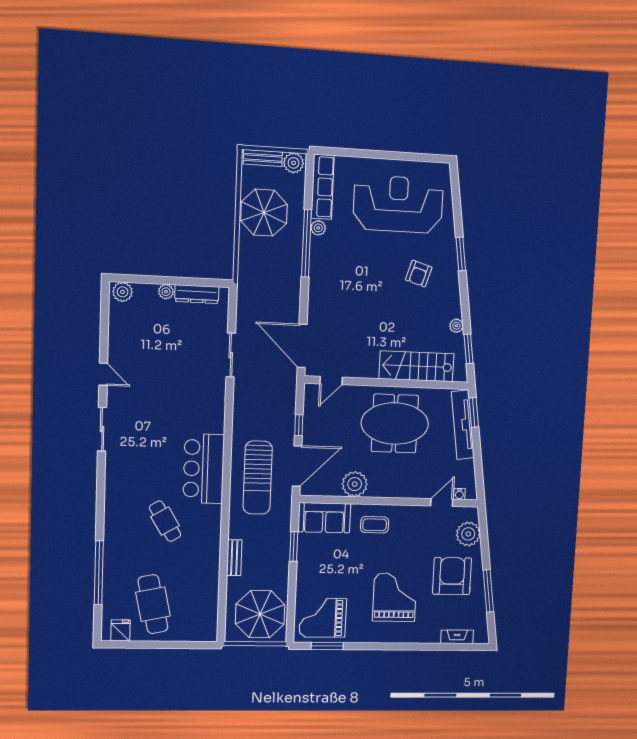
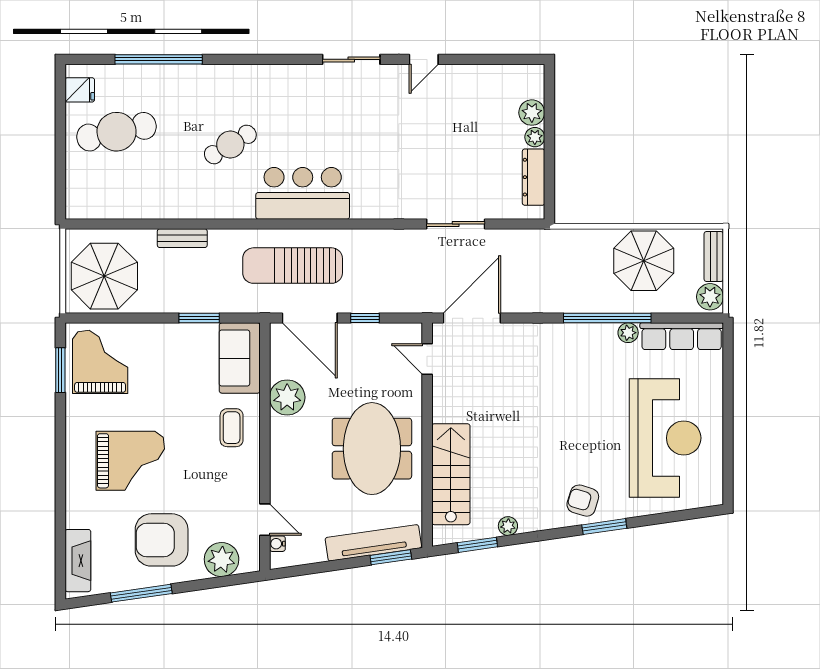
armchair: (419, 274) -> (583, 501), moved
plant: (123, 292) -> (532, 113), moved
armchair: (452, 576) -> (162, 540), turned 180
fireplace: (457, 637) -> (78, 561), width x1.37, depth x1.32

